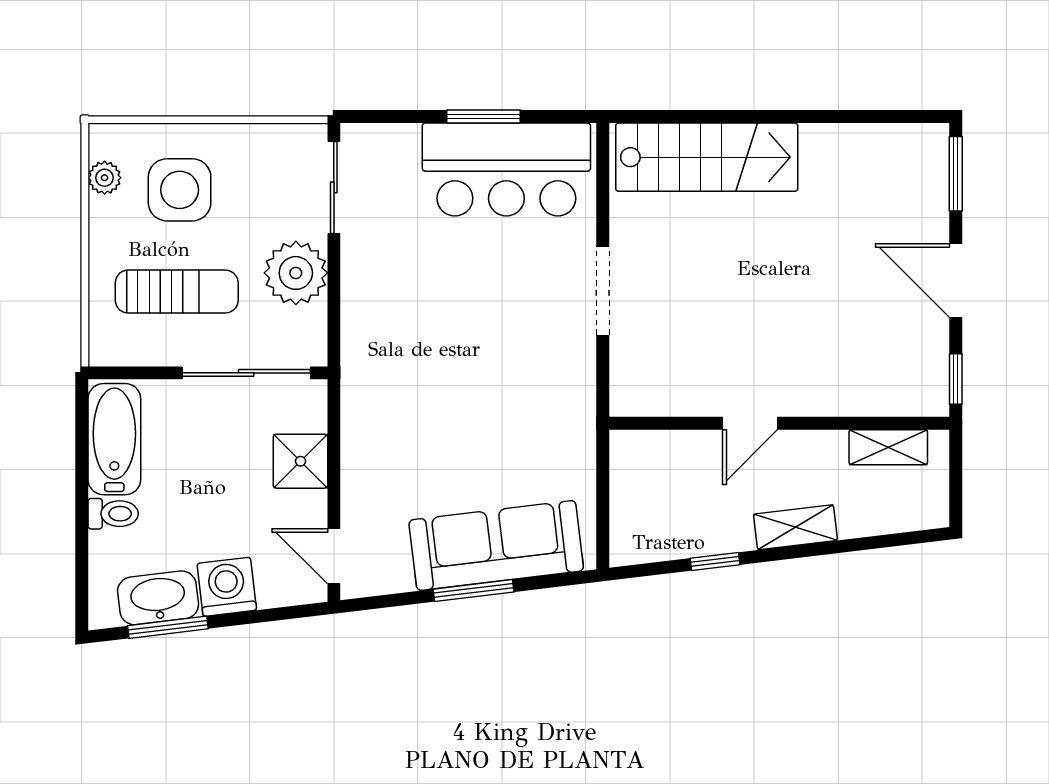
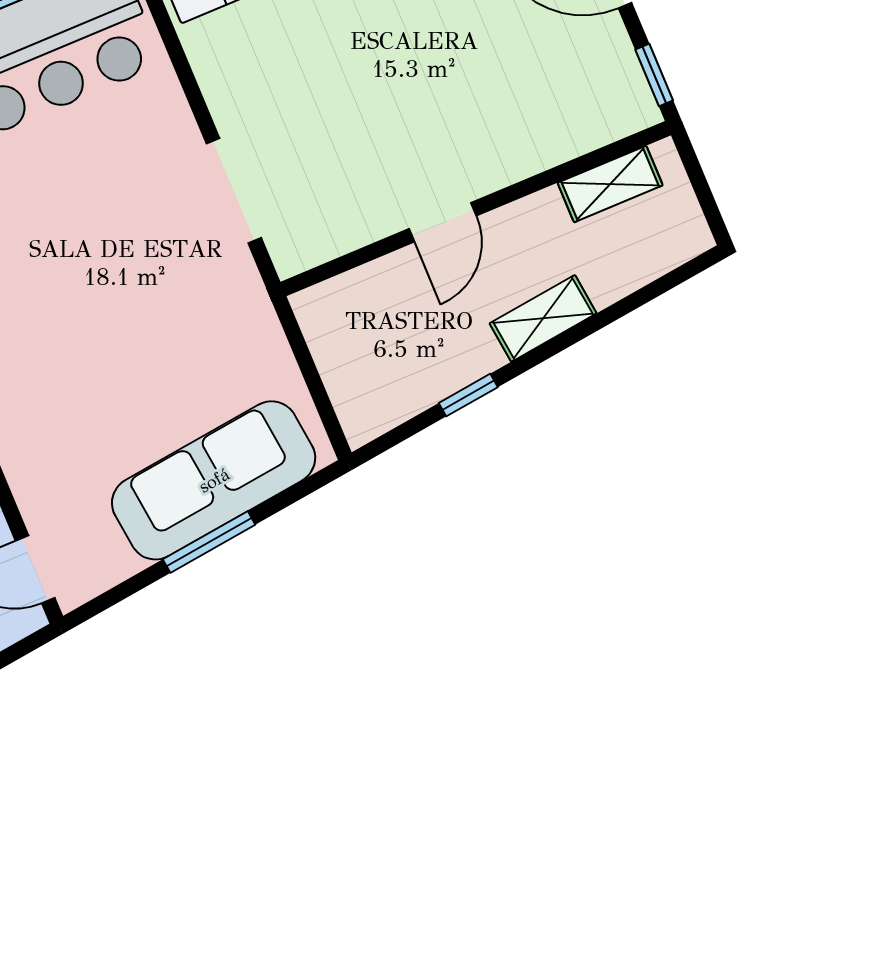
doorway: (603, 291) -> (234, 191), moved

